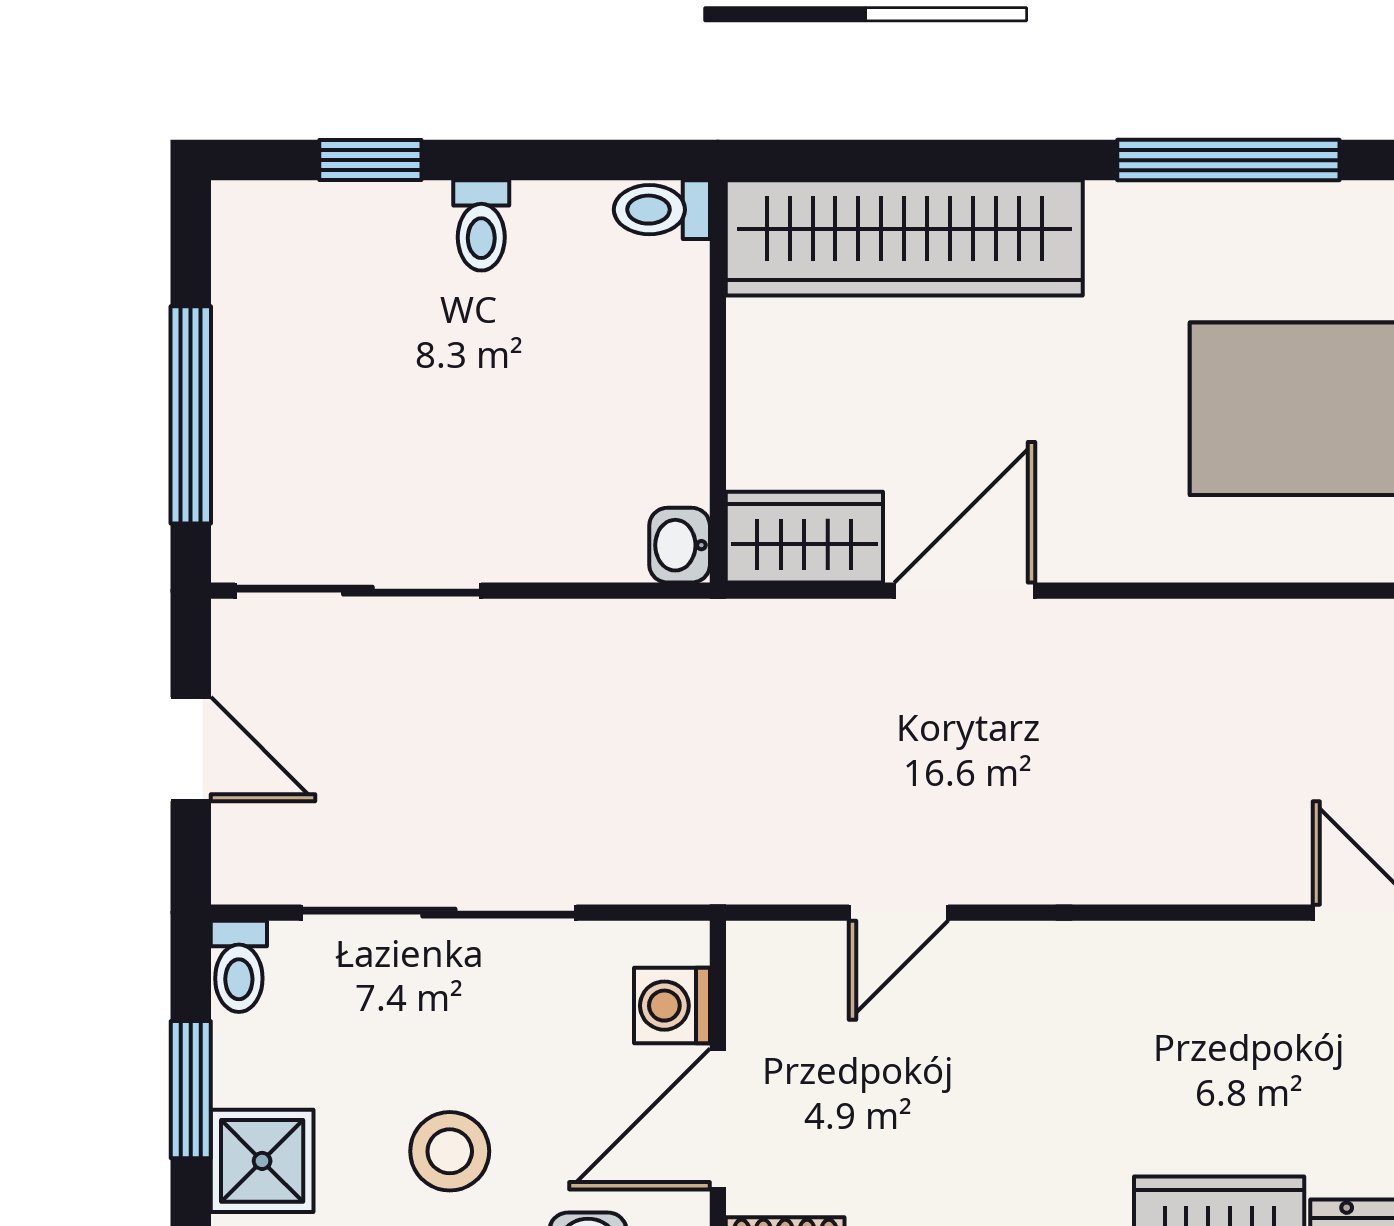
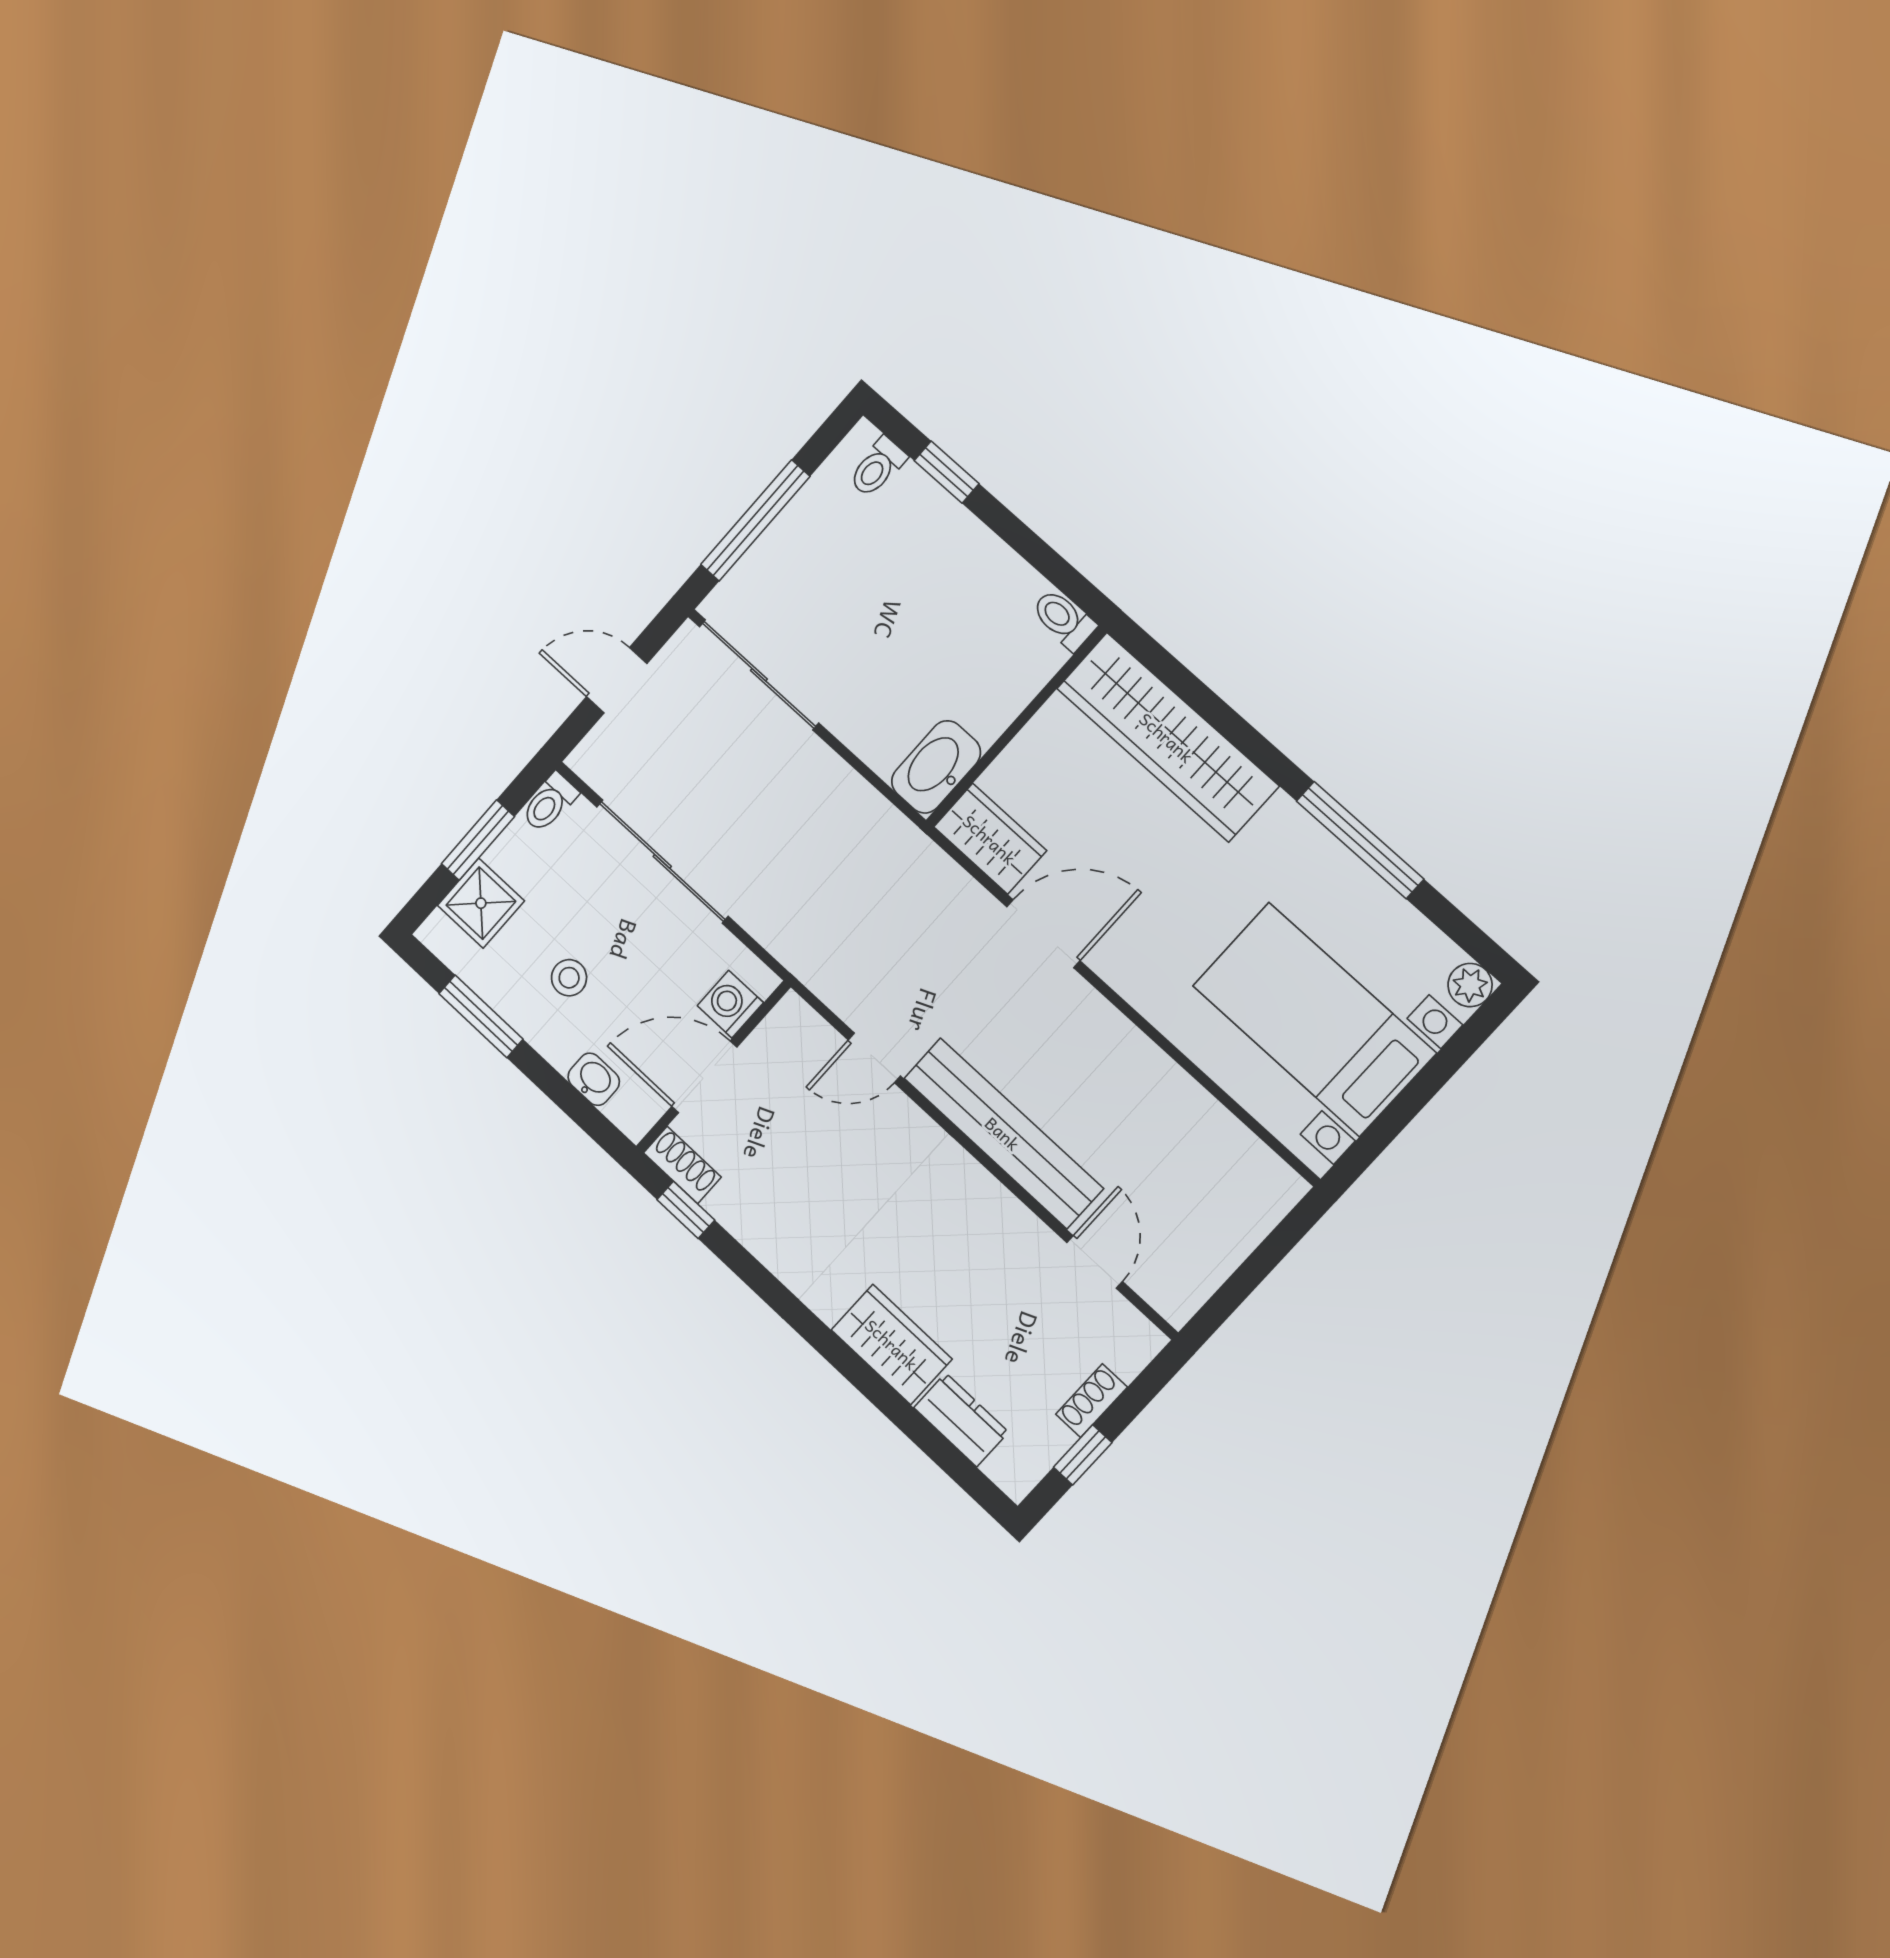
toilet: (481, 225) -> (877, 467), moved
washbasin: (680, 545) -> (936, 767), width x1.91, depth x1.45
door: (191, 749) -> (617, 680), swing flipped
bench: (1127, 862) -> (1003, 1133), added
stool: (450, 1151) -> (569, 978), width x0.73, depth x0.73

